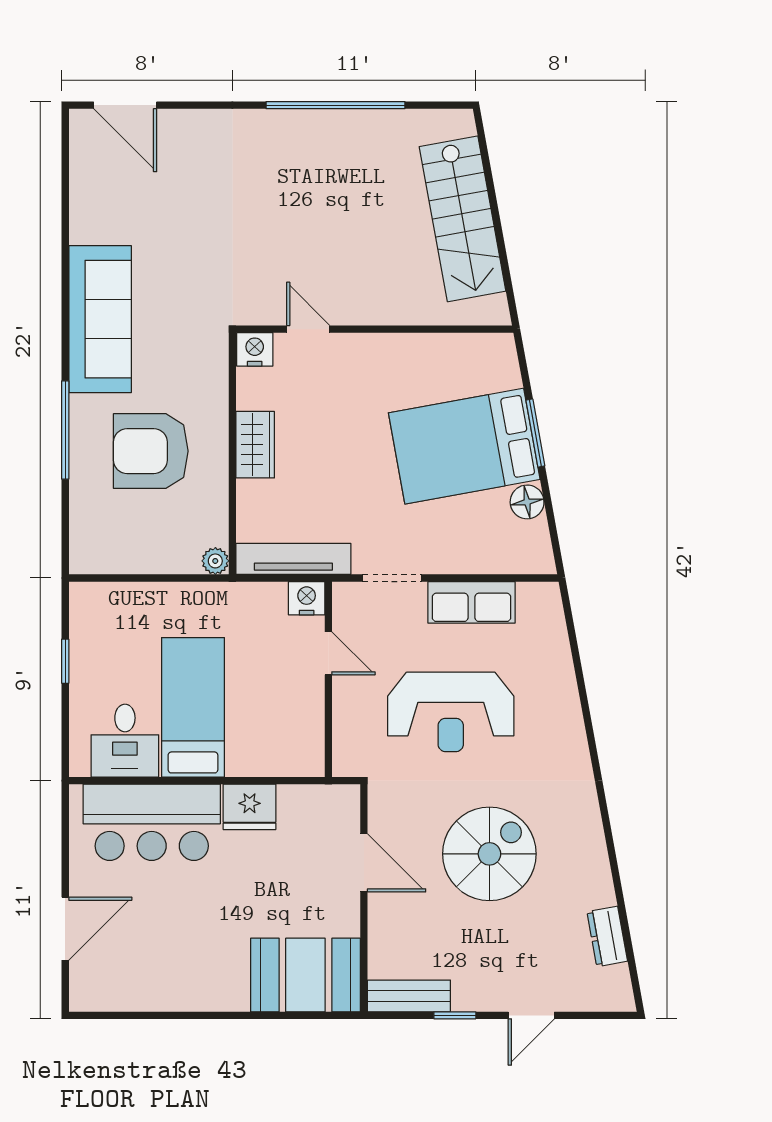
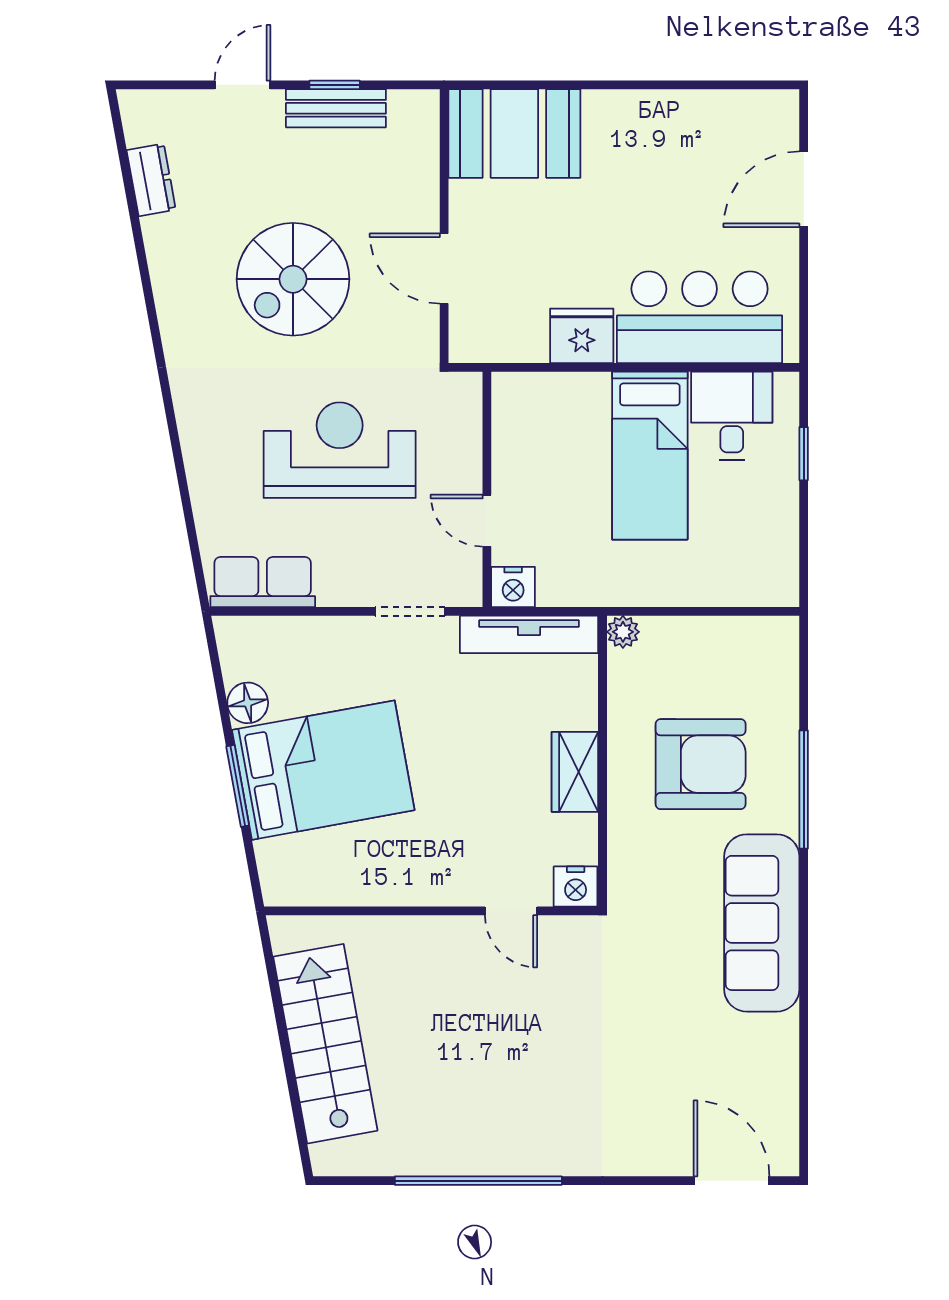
row of seats: (472, 602) -> (263, 582), moved
window: (65, 661) -> (804, 454), moved
bench: (409, 996) -> (336, 108), moved

